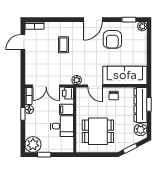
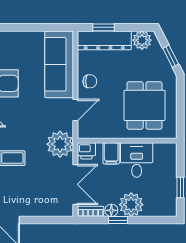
plant: (77, 80) -> (60, 144), width x1.87, depth x1.87
plant: (33, 145) -> (131, 205), moved

